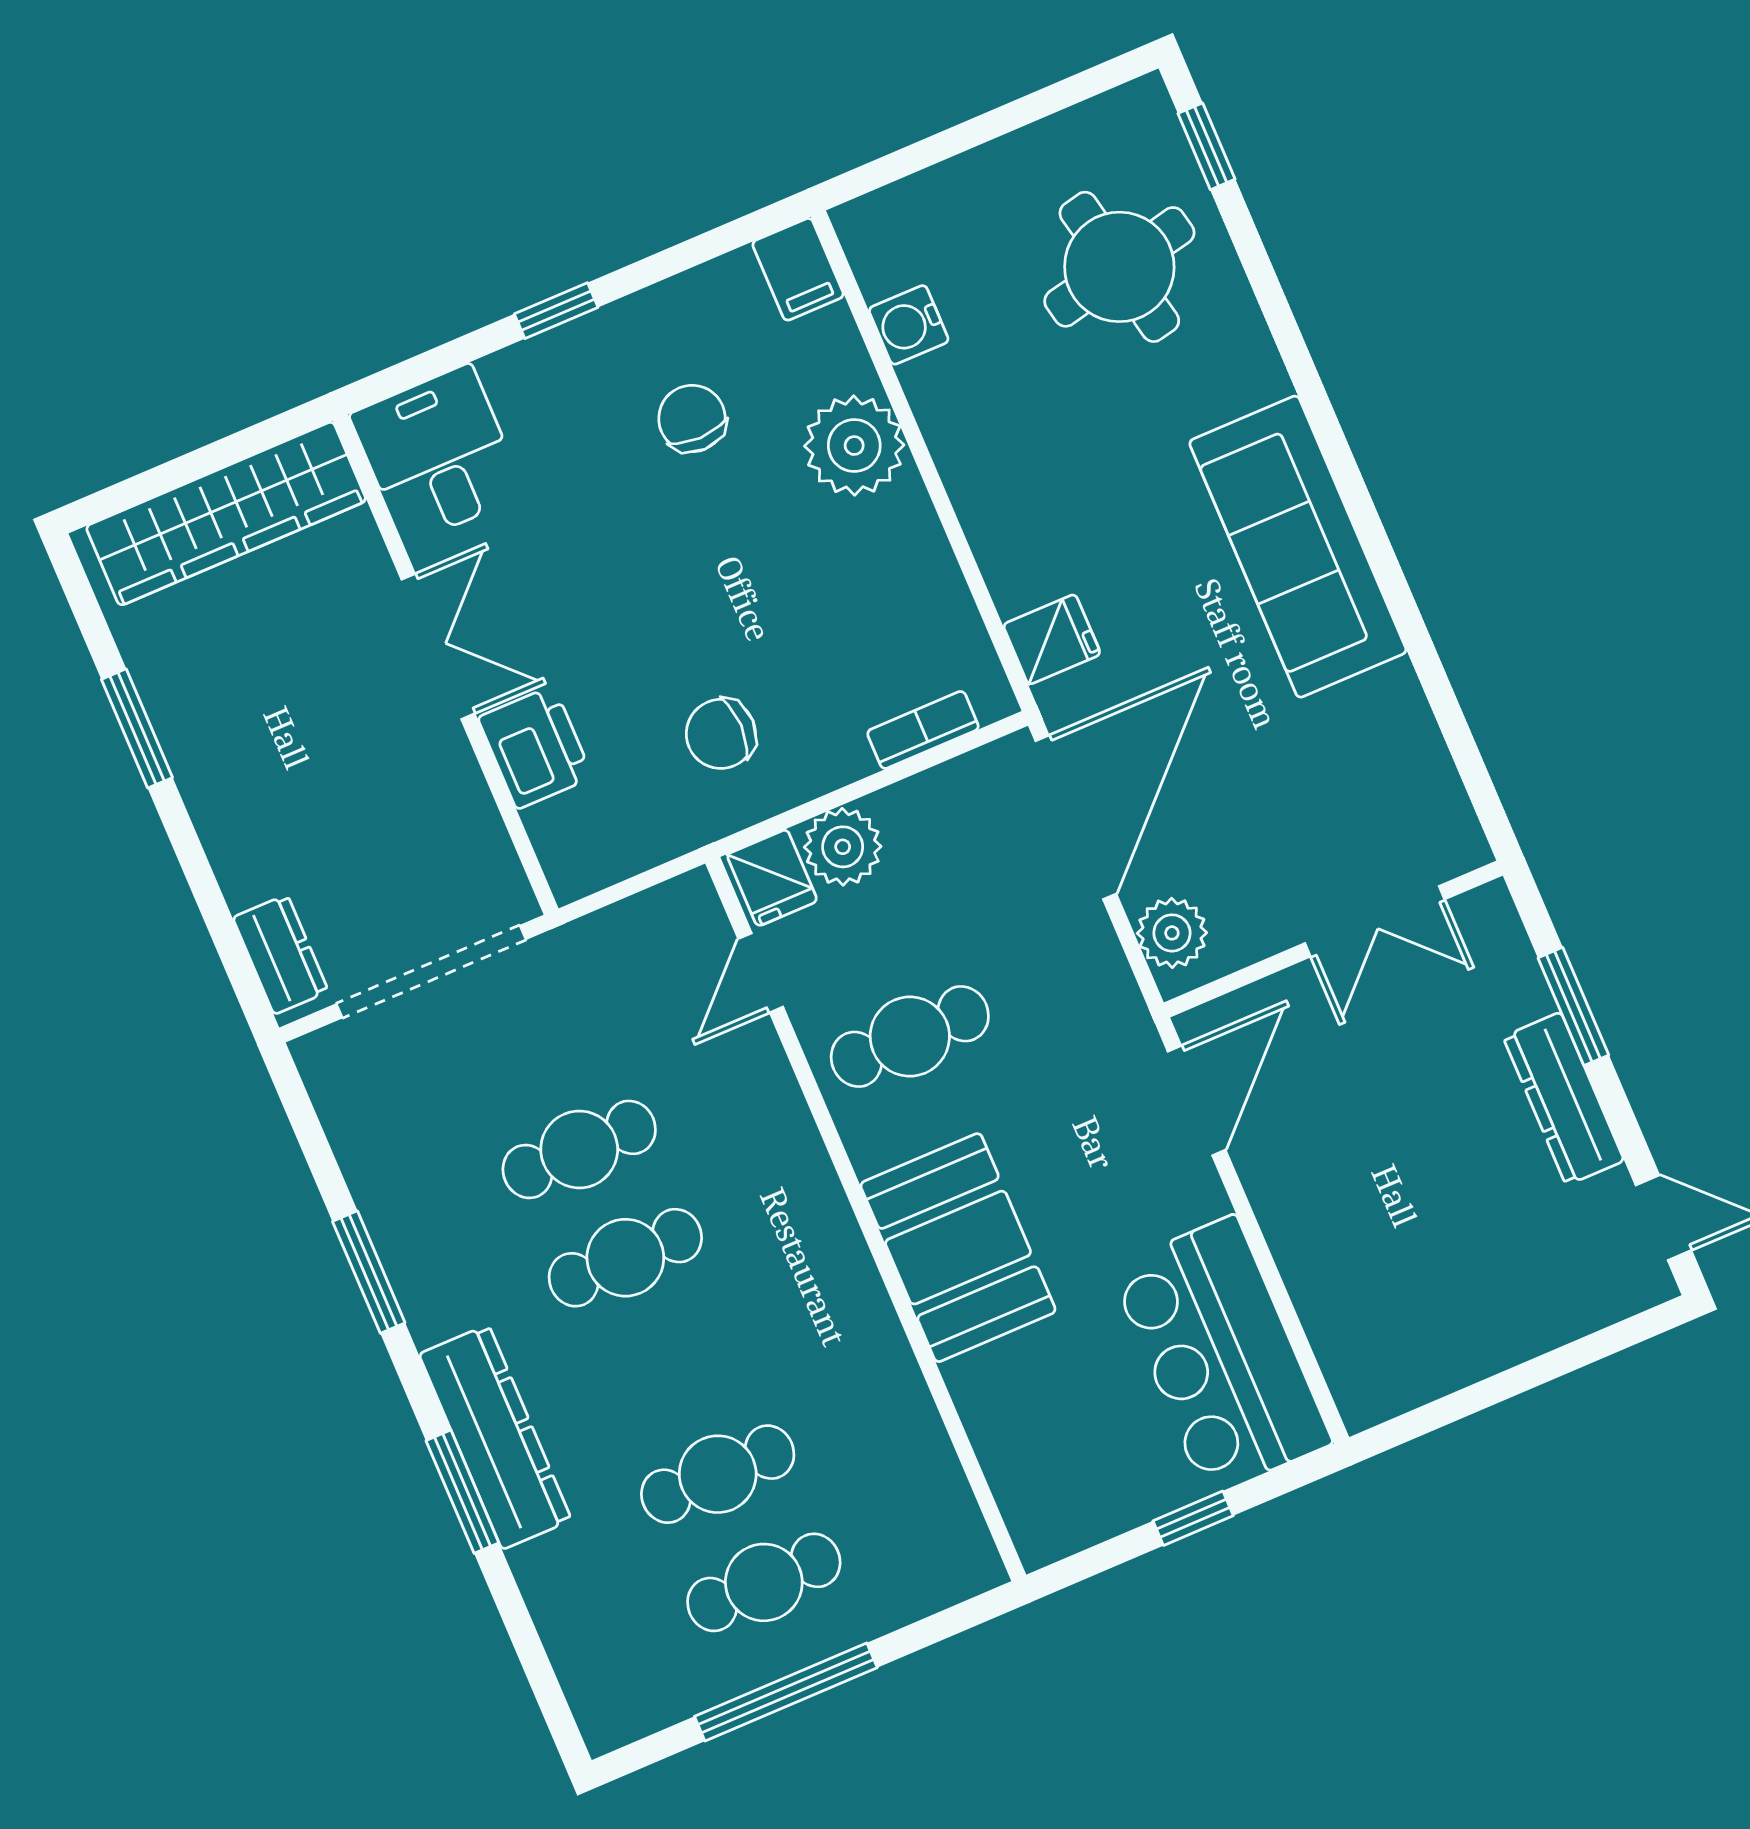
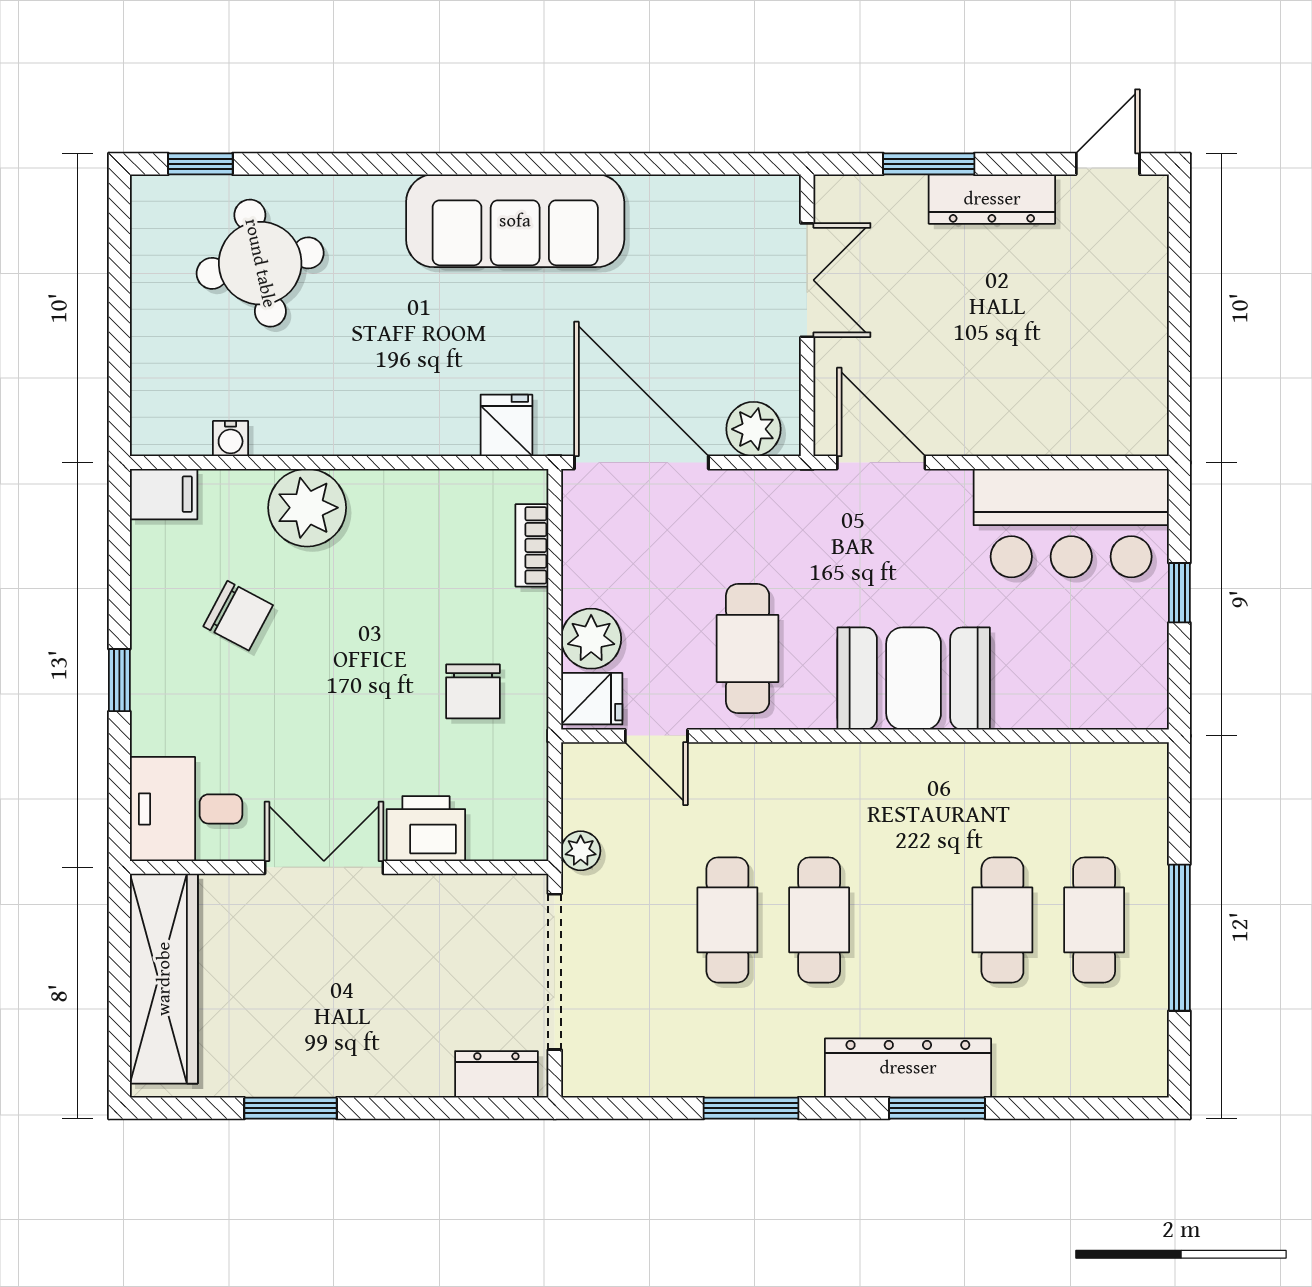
water cooler: (909, 325) -> (231, 439), width x0.72, depth x0.72
chair: (692, 419) -> (238, 616), turned -152
plant: (587, 941) -> (581, 851), added

